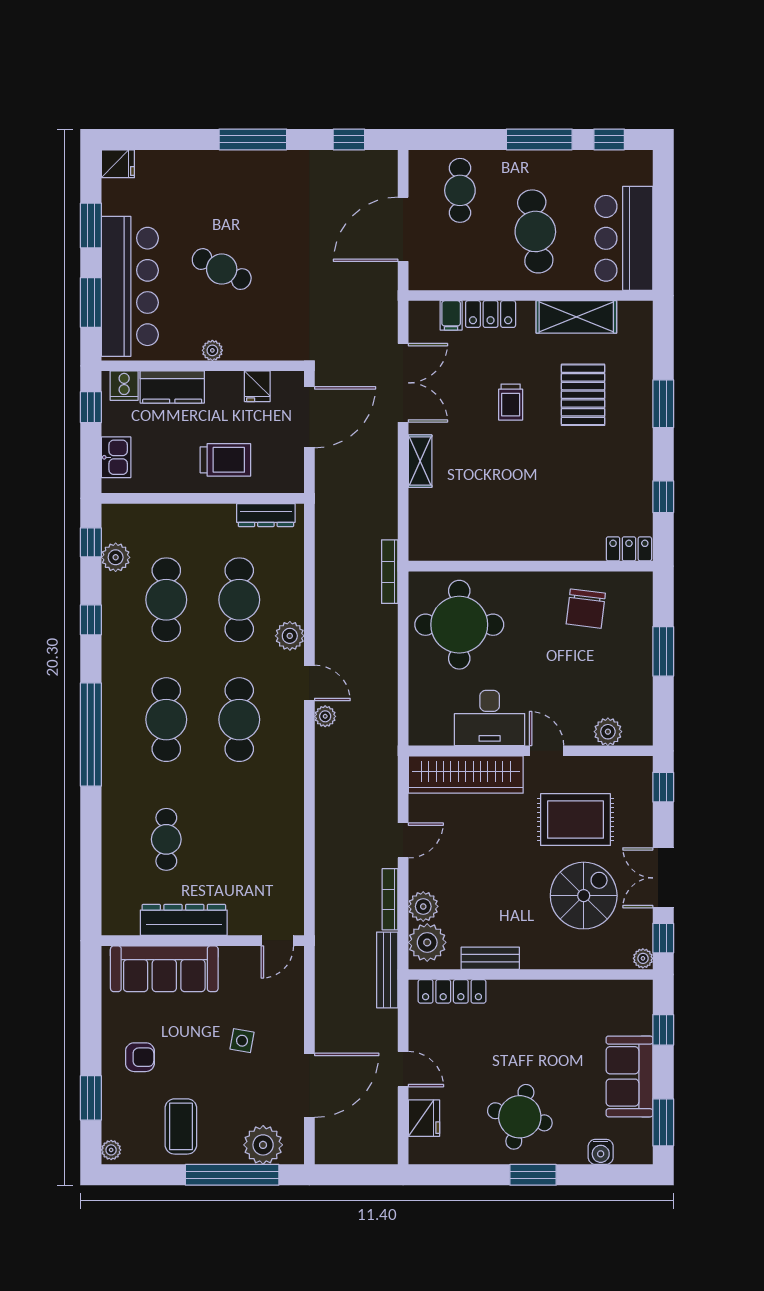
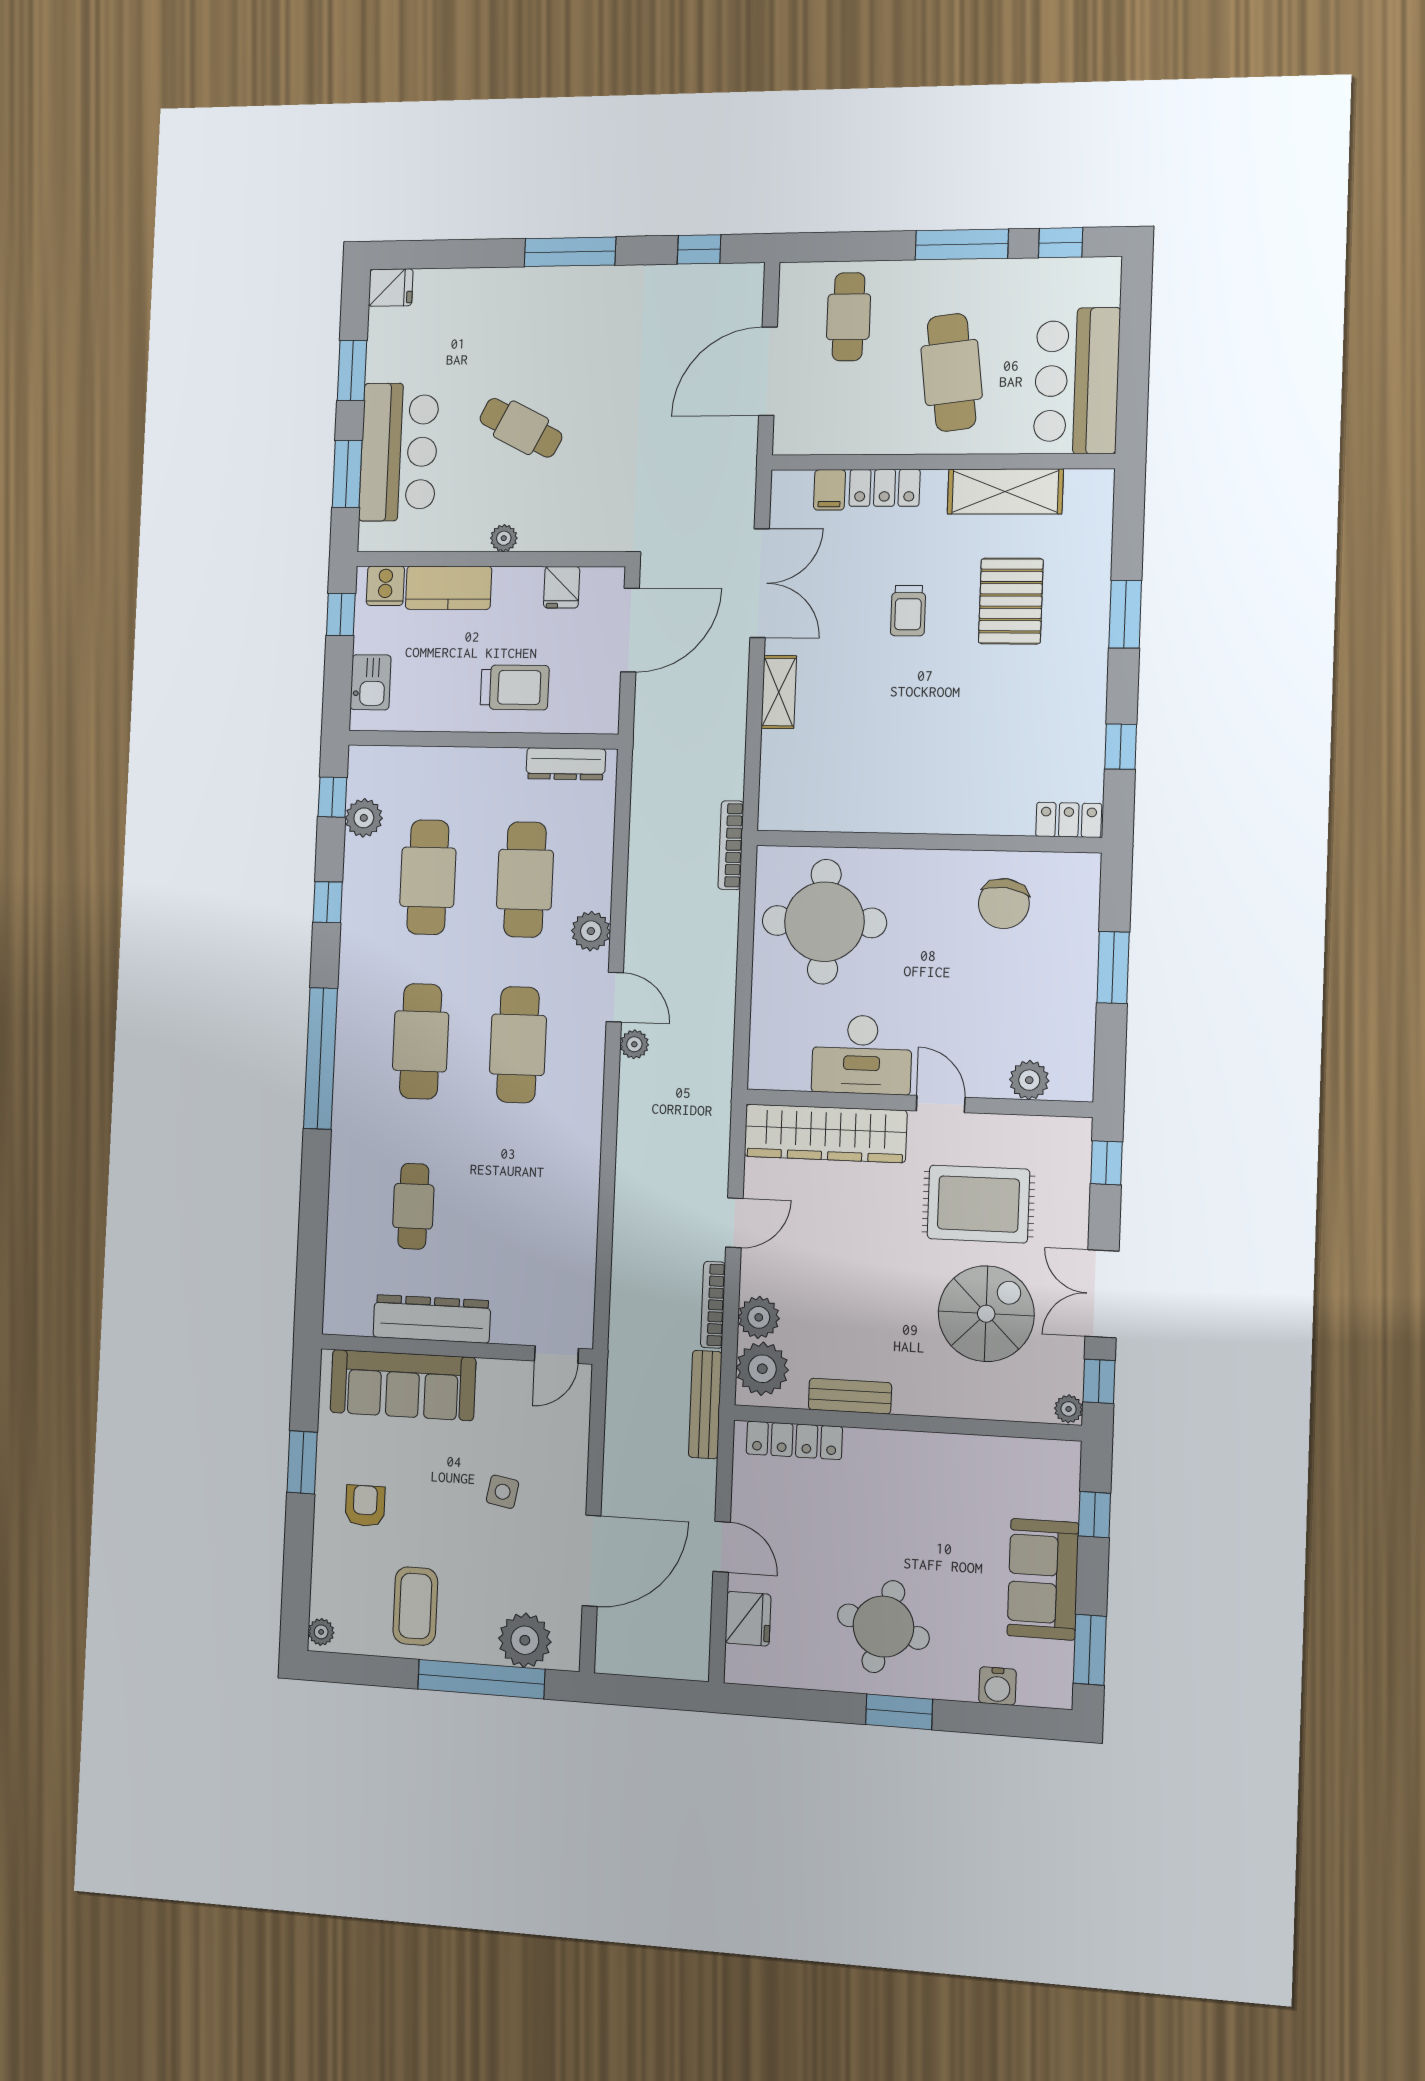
bar counter: (130, 286) -> (399, 452), width x0.73
armchair: (140, 1057) -> (365, 1506), turned -90
window: (91, 1098) -> (302, 1462), moved

